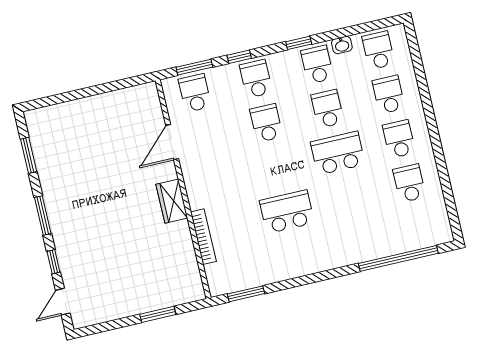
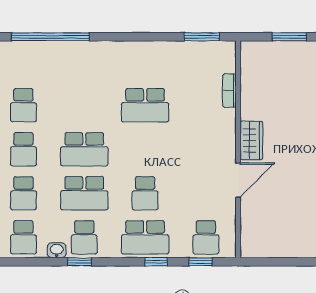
window: (299, 43) -> (80, 262), moved
window: (194, 67) -> (201, 262), width x0.67
school desk: (256, 79) -> (145, 237), width x1.85
school desk: (327, 109) -> (84, 193), width x1.85
door: (172, 142) -> (238, 180), moved
bookcase: (203, 237) -> (229, 90), width x0.64

